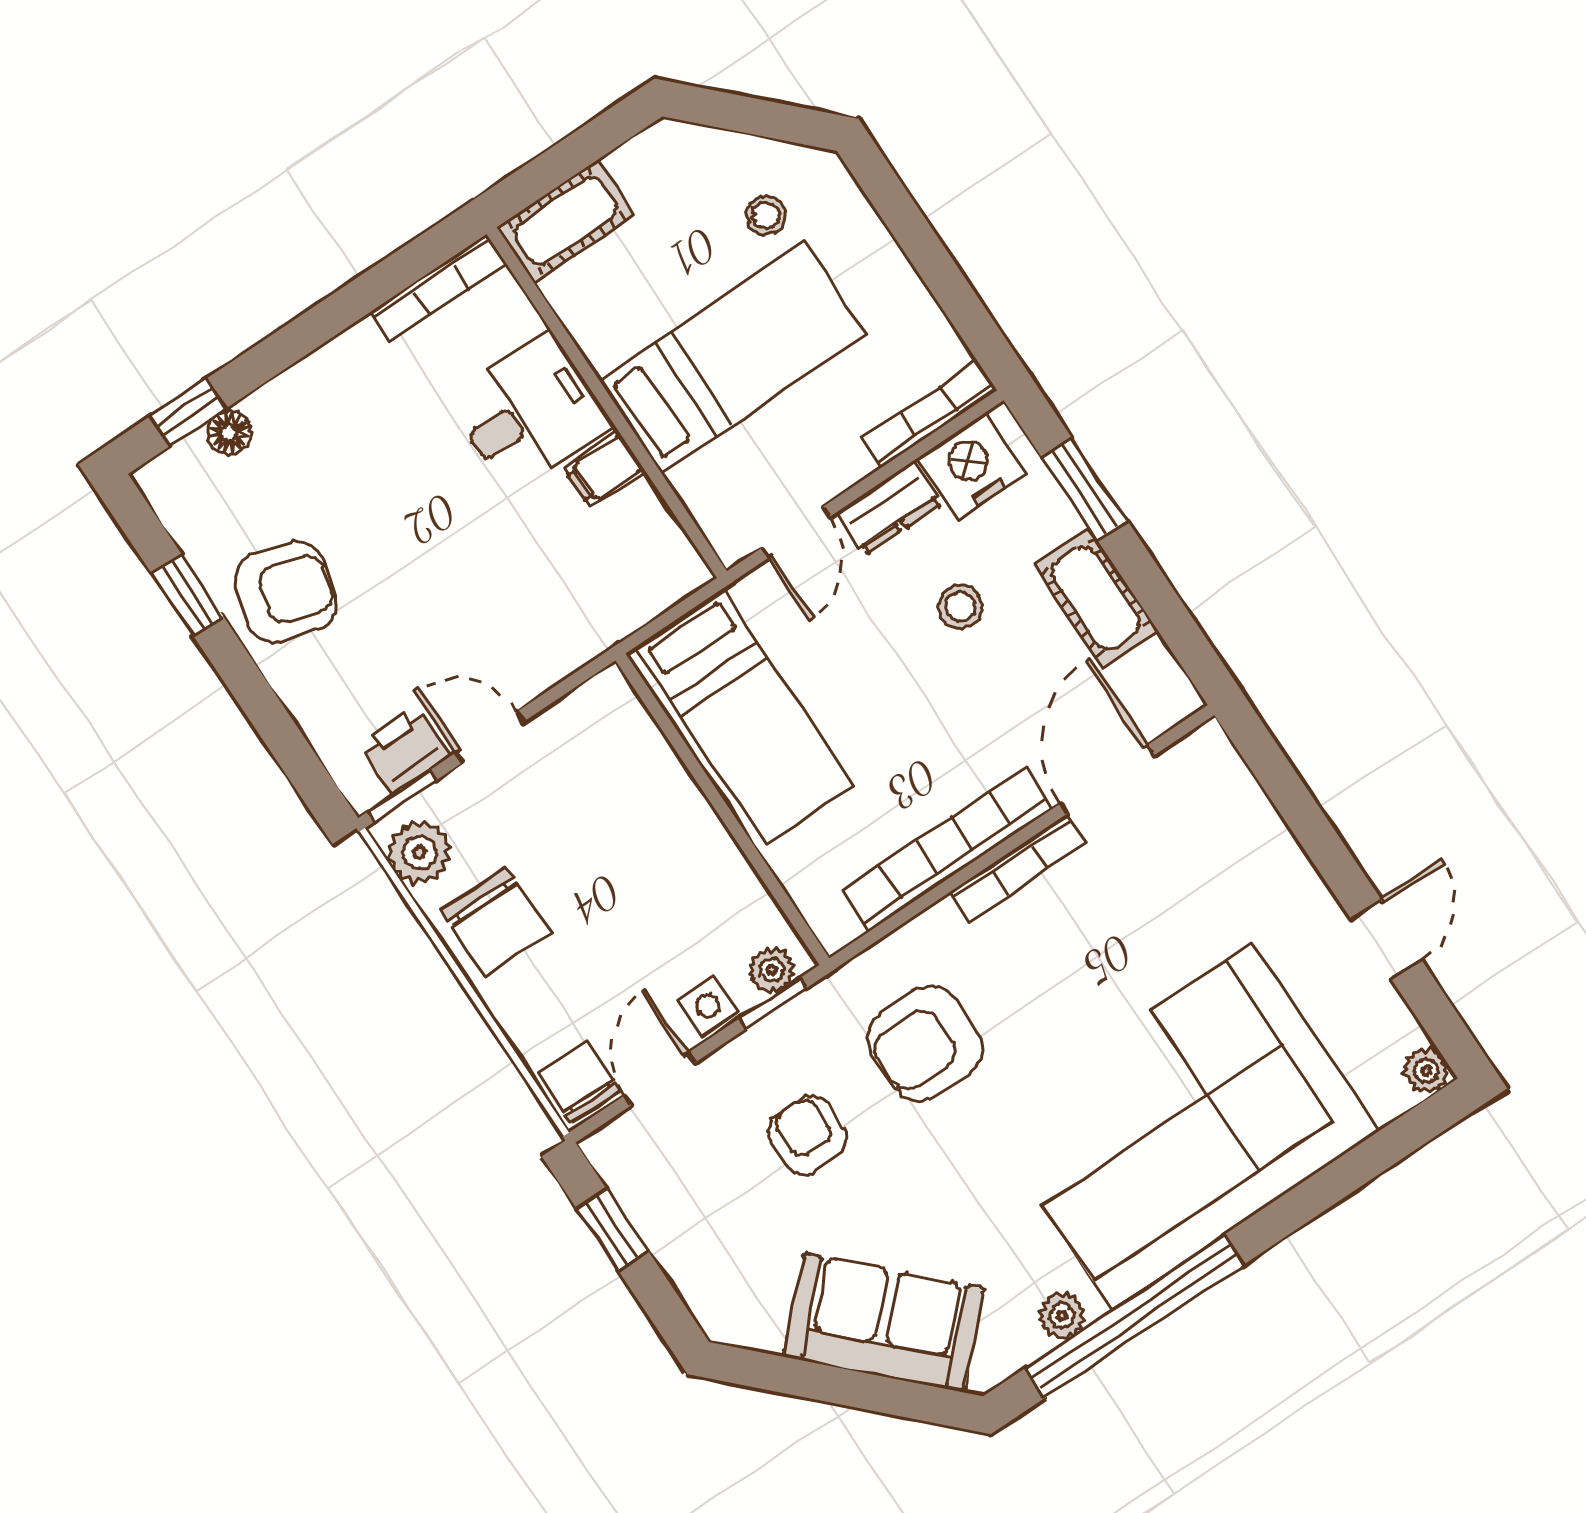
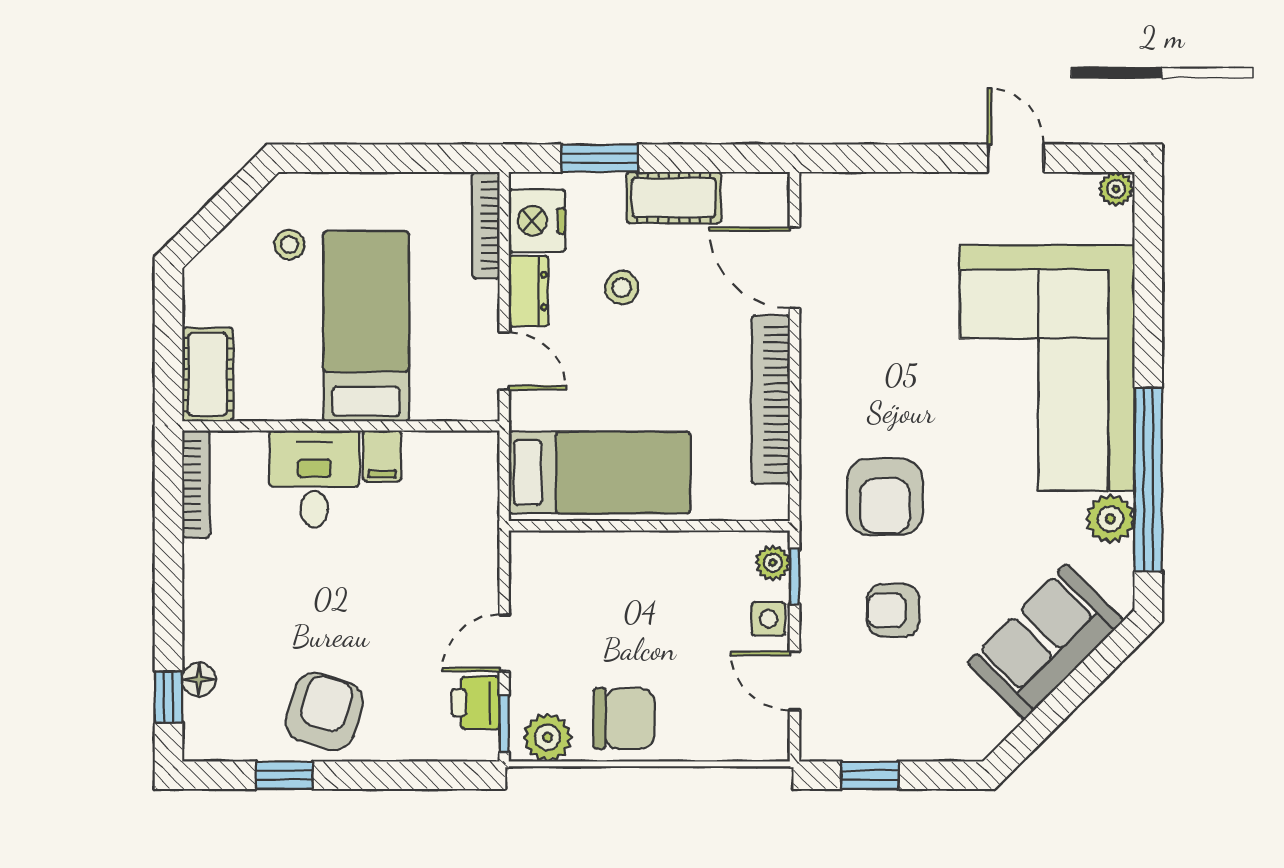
bookcase: (1018, 867) -> (813, 362), removed
chair: (579, 1082) -> (762, 733), removed
plant: (1062, 1316) -> (1110, 519), width x1.38, depth x1.38

